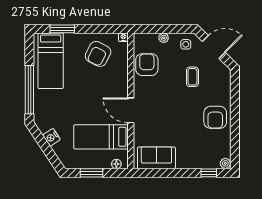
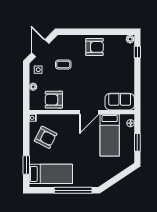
nightstand: (51, 137) -> (110, 173), removed
sofa: (156, 158) -> (120, 102), moved, turned 90

